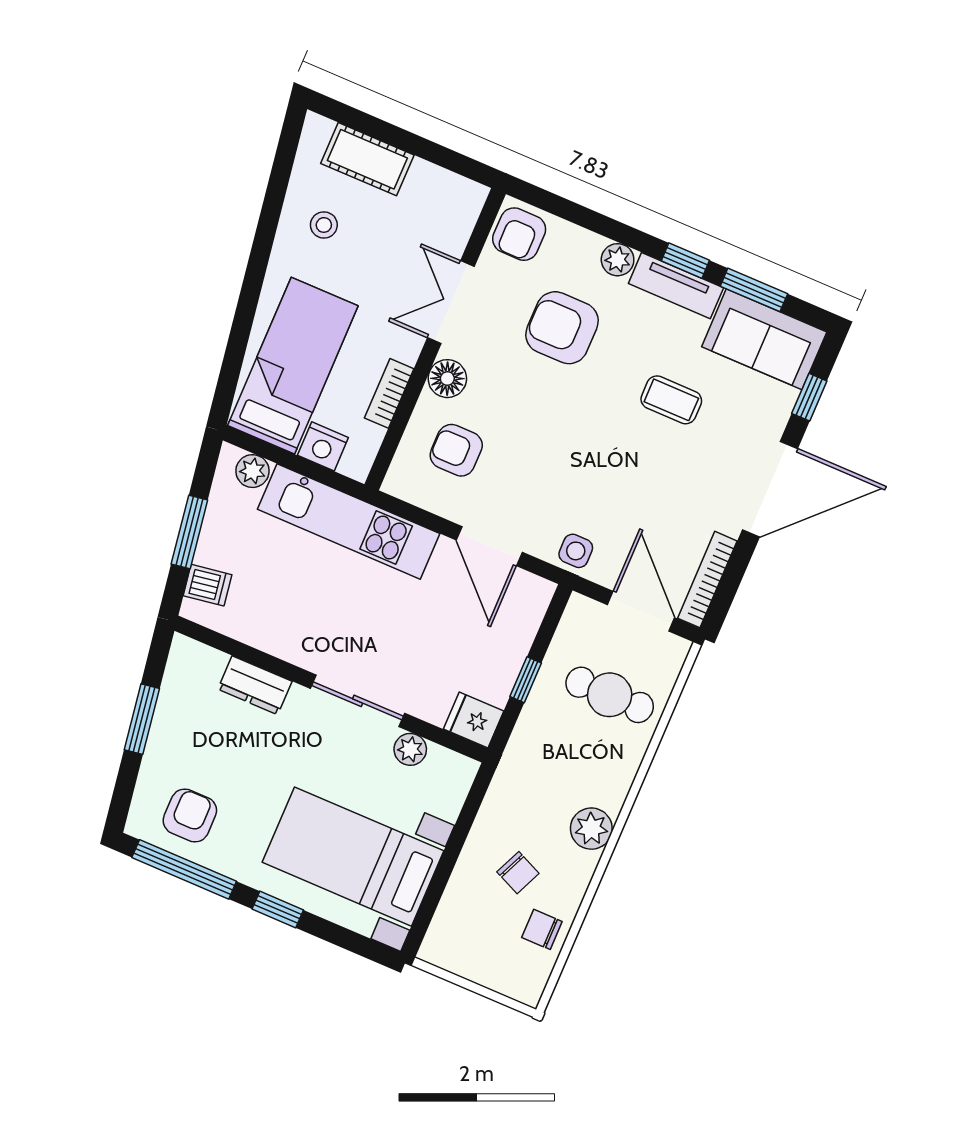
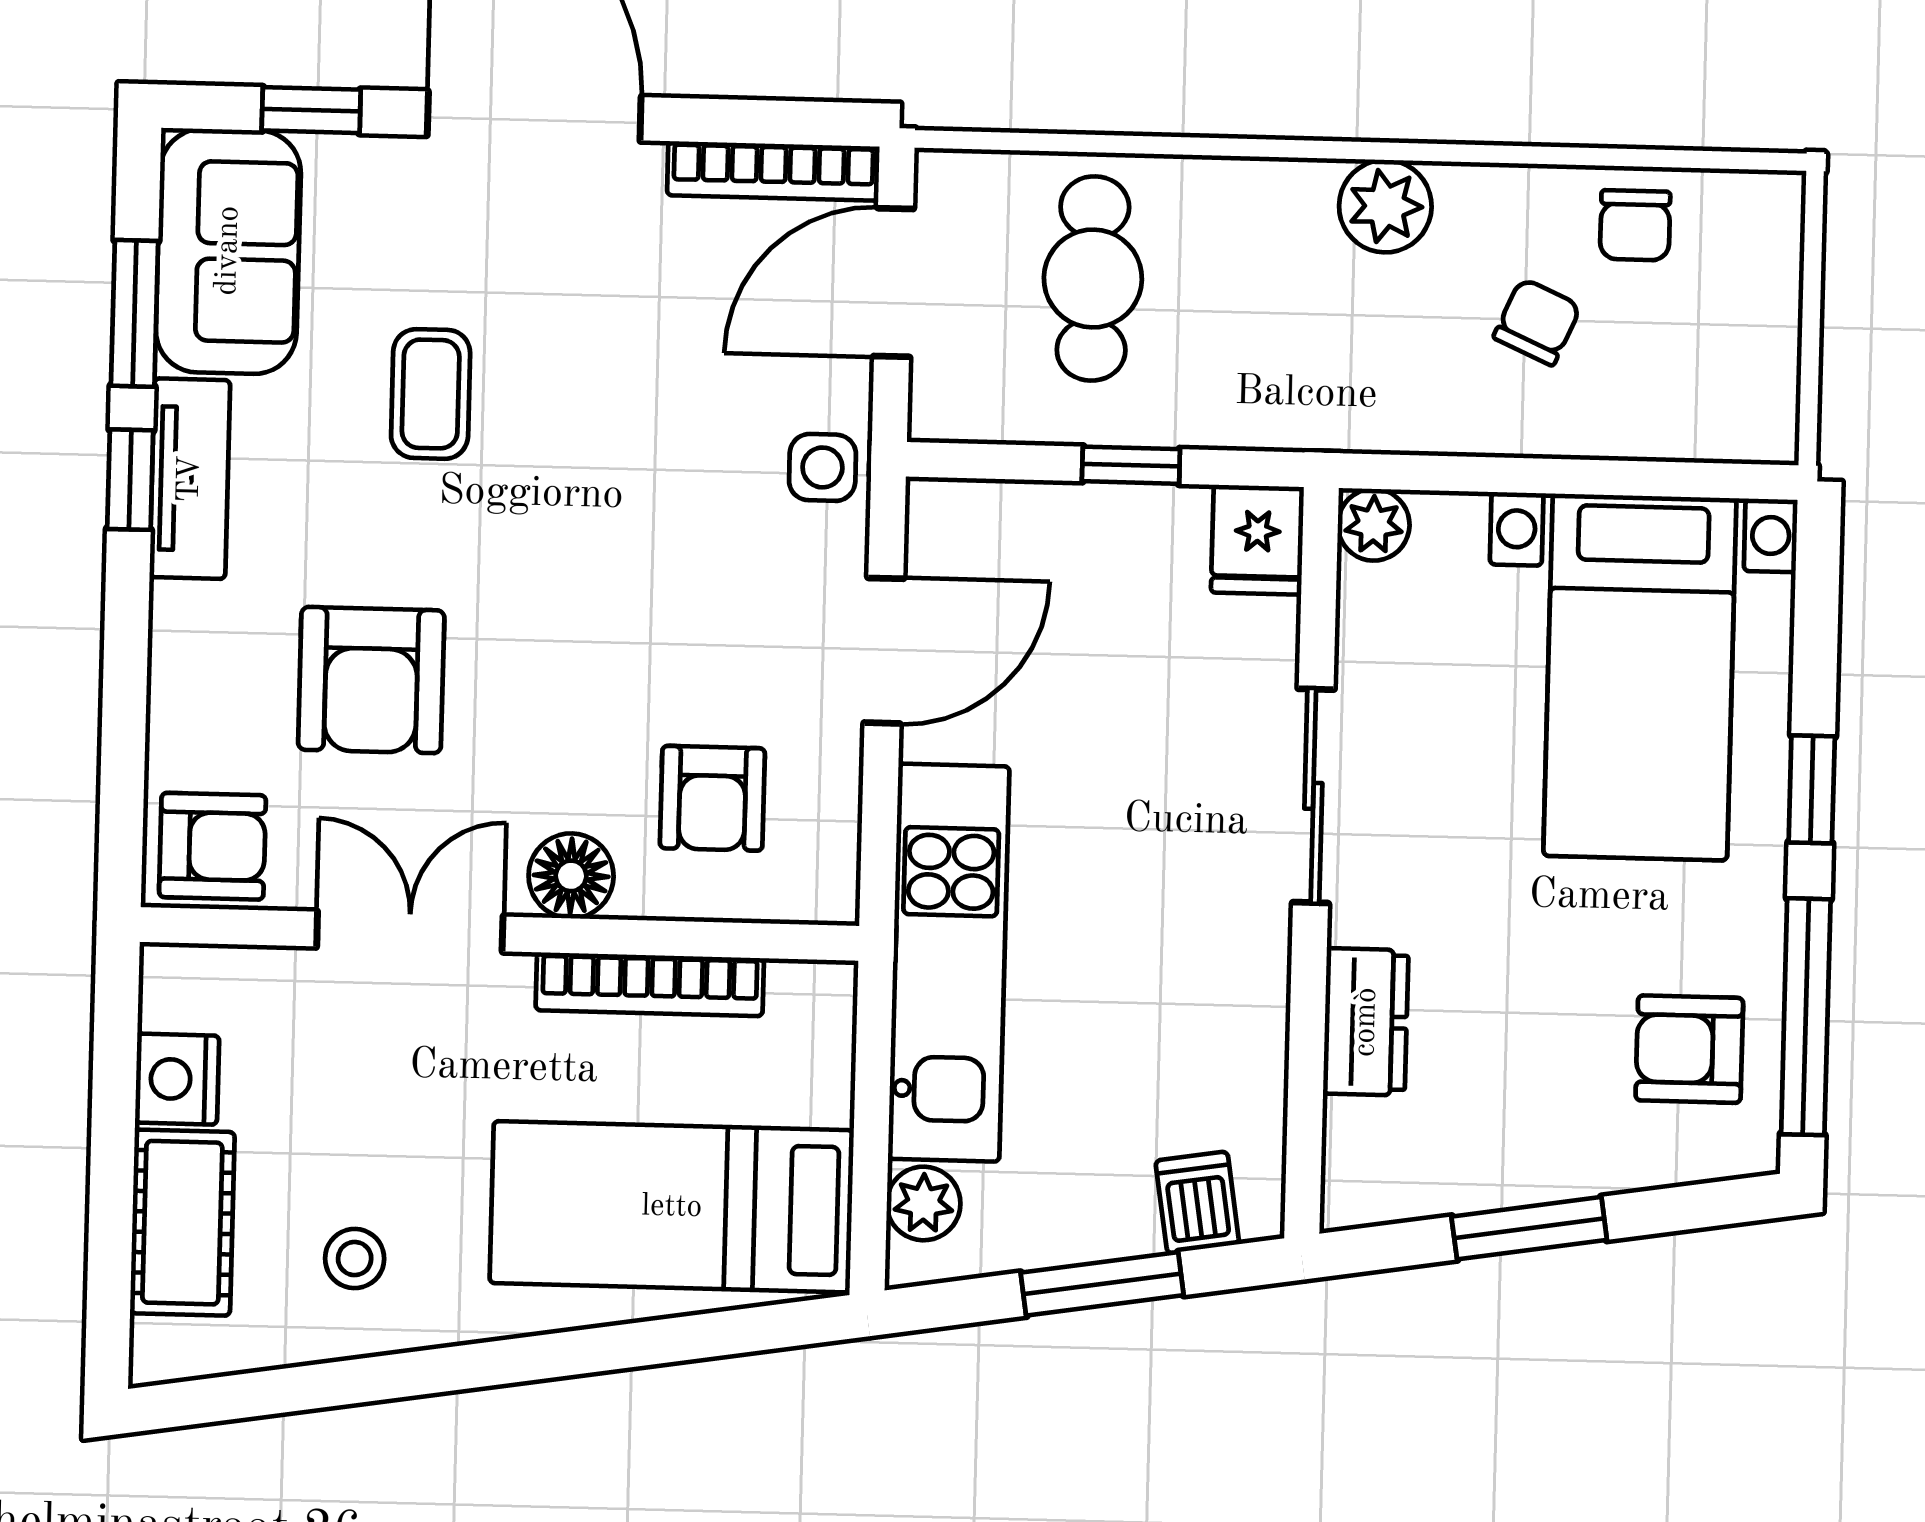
plant: (618, 260) -> (184, 621), removed
double door: (451, 302) -> (410, 932), swing flipped
bookcase: (389, 393) -> (650, 984), width x1.56
nightstand: (323, 446) -> (177, 1079), moved, turned 180
plant: (410, 749) -> (1374, 525), moved

